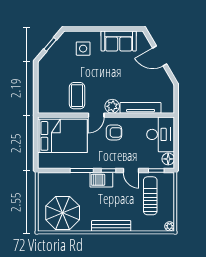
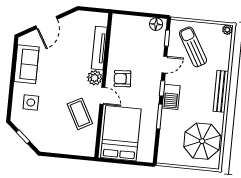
coffee table: (77, 96) -> (80, 114), turned 62
armchair: (114, 132) -> (122, 79), turned -94
desk: (161, 134) -> (129, 30), removed
sun lounger: (150, 196) -> (193, 47), turned 60

